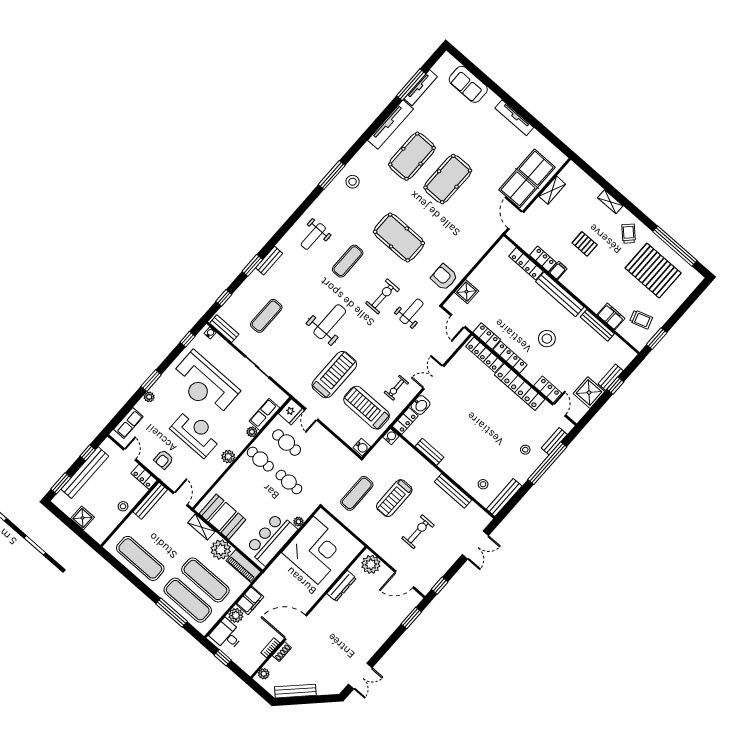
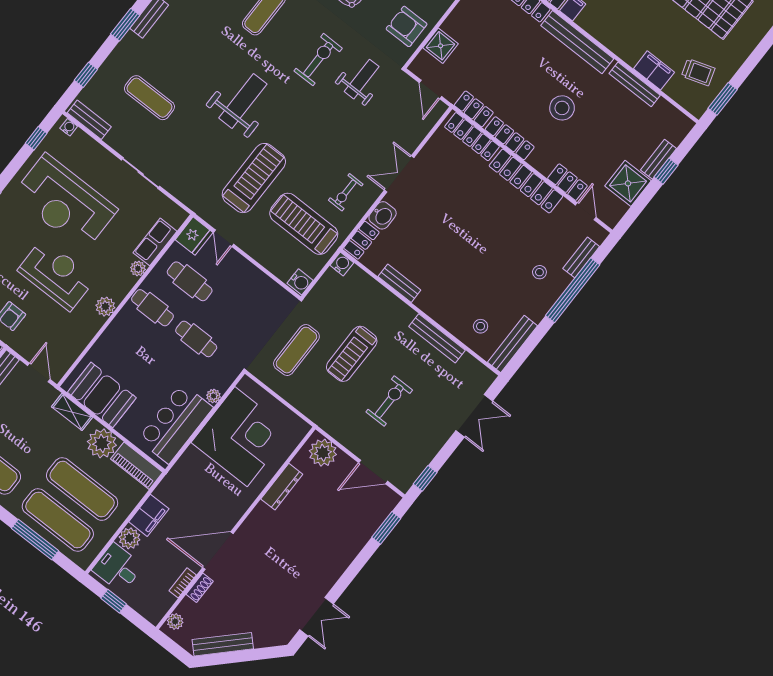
exercise mat: (266, 316) -> (149, 98), turned 90

